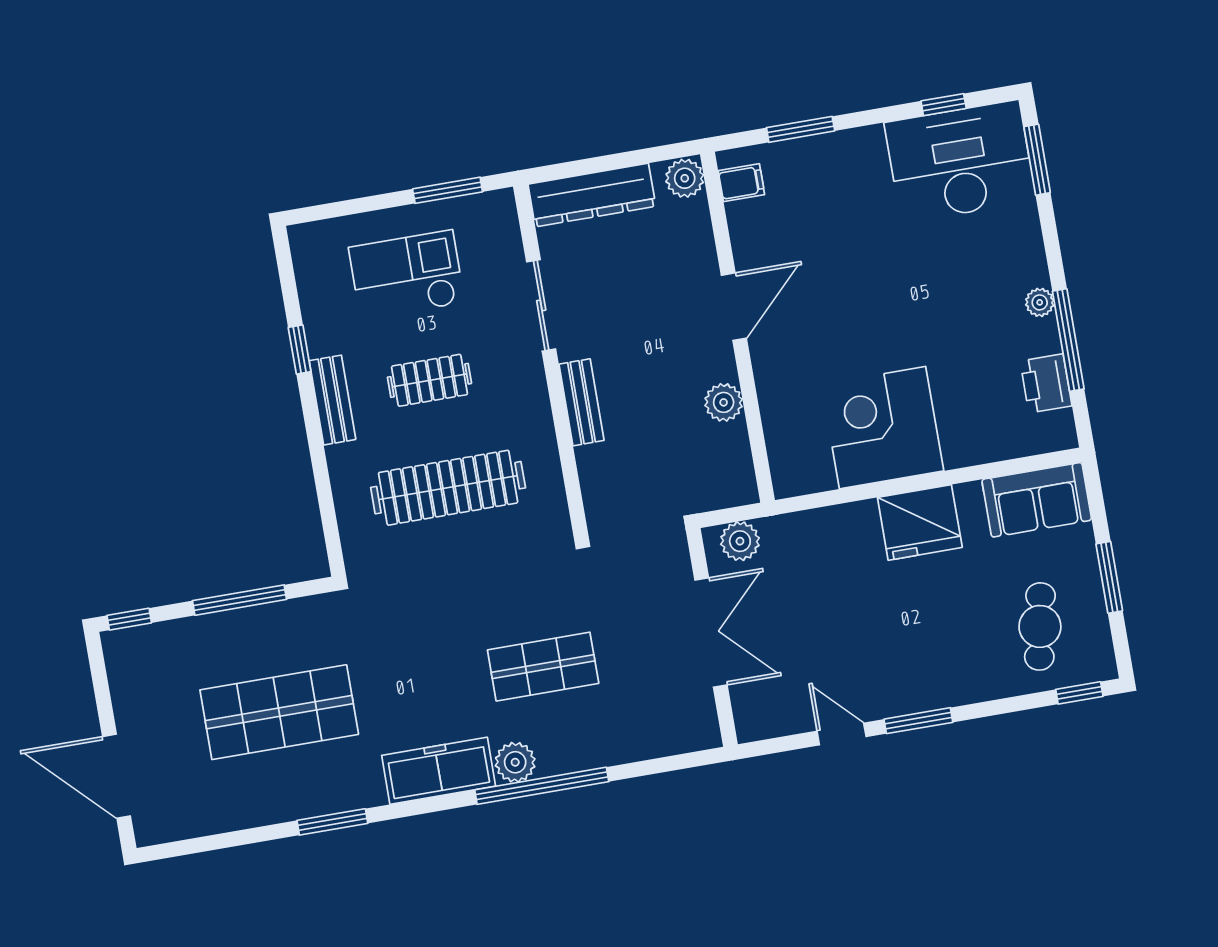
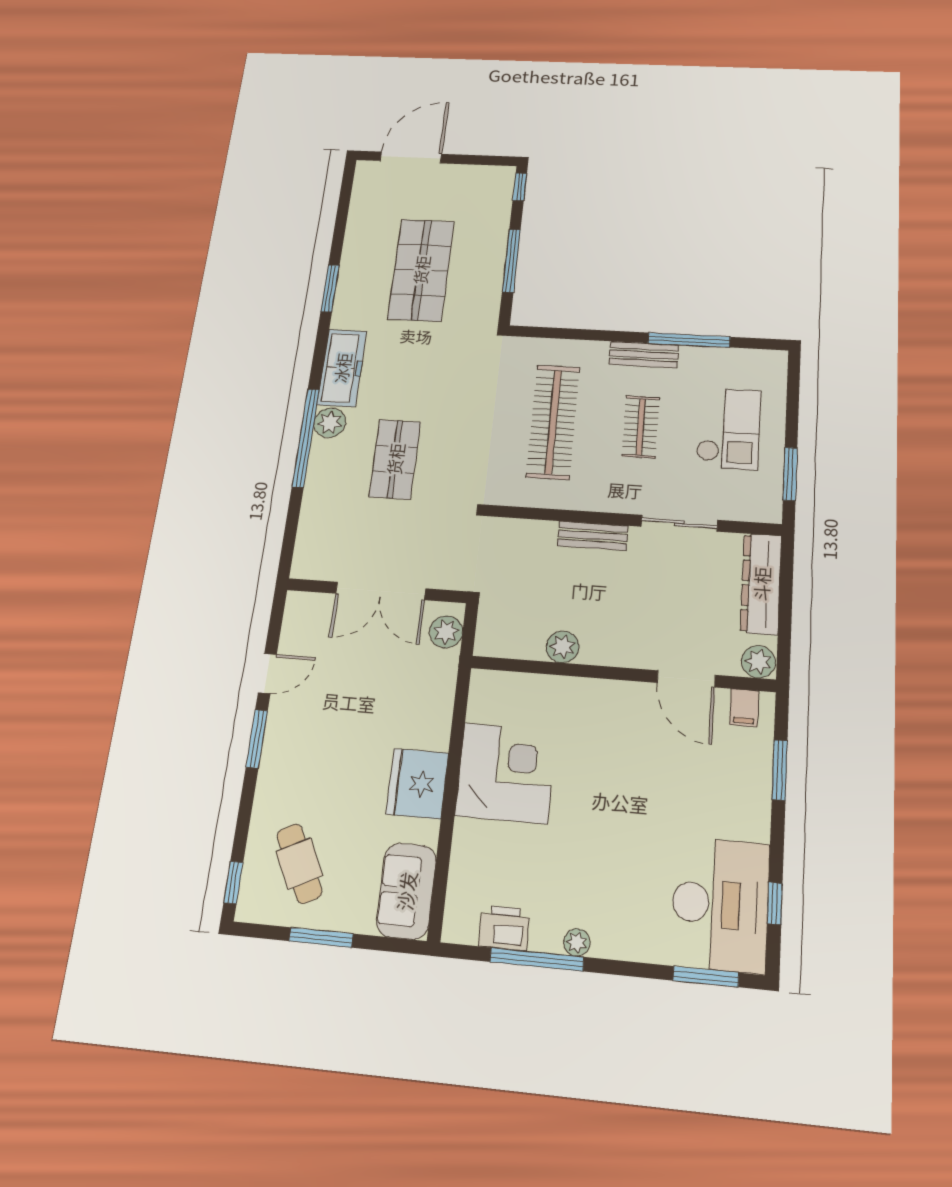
door: (734, 307) -> (686, 679), moved
window: (300, 349) -> (689, 340), width x2.17
cafe table: (1040, 626) -> (299, 864), turned 52

